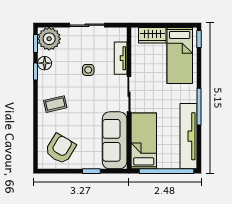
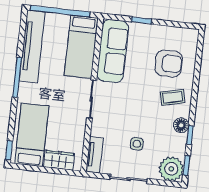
tv unit: (121, 58) -> (94, 155), moved
floor lamp: (45, 63) -> (181, 125), moved
side table: (88, 70) -> (137, 144), moved
armchair: (60, 149) -> (169, 63), moved, turned -121

